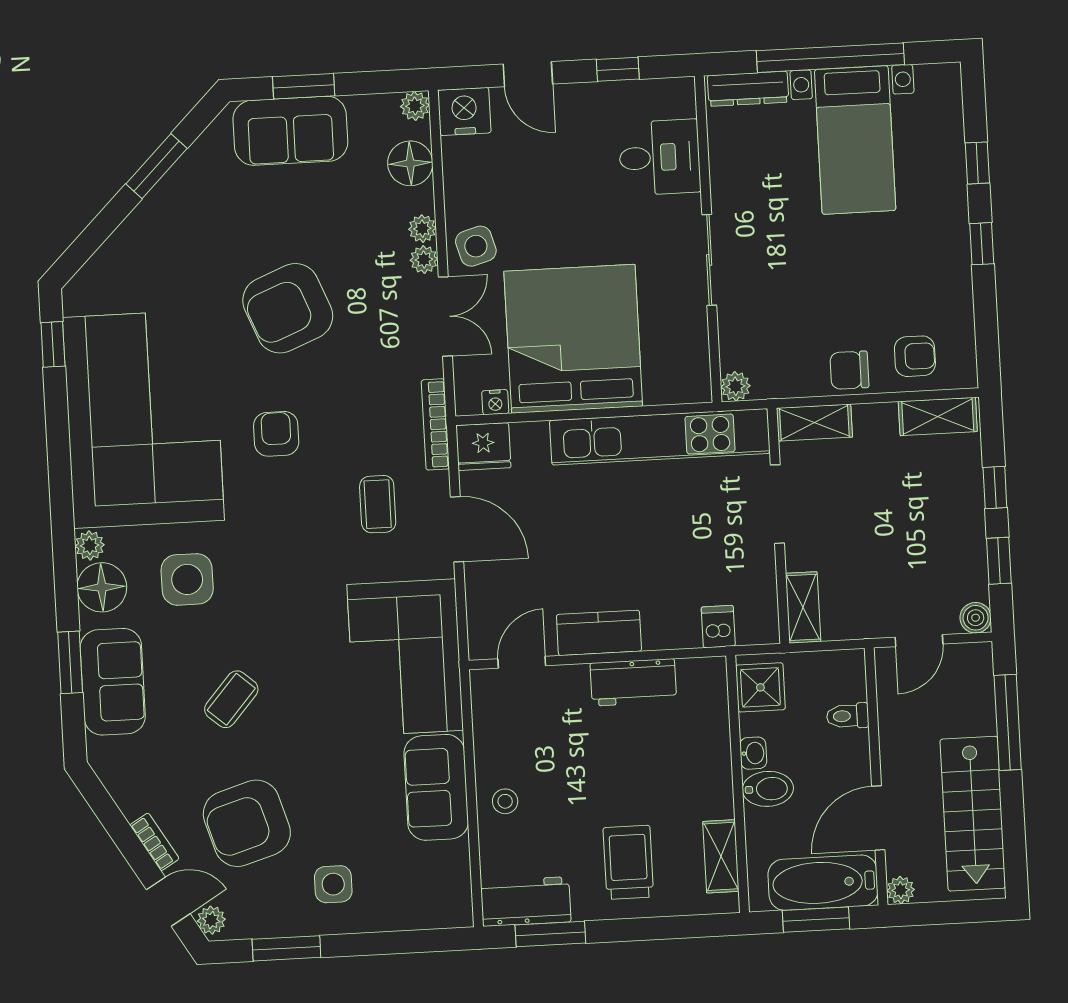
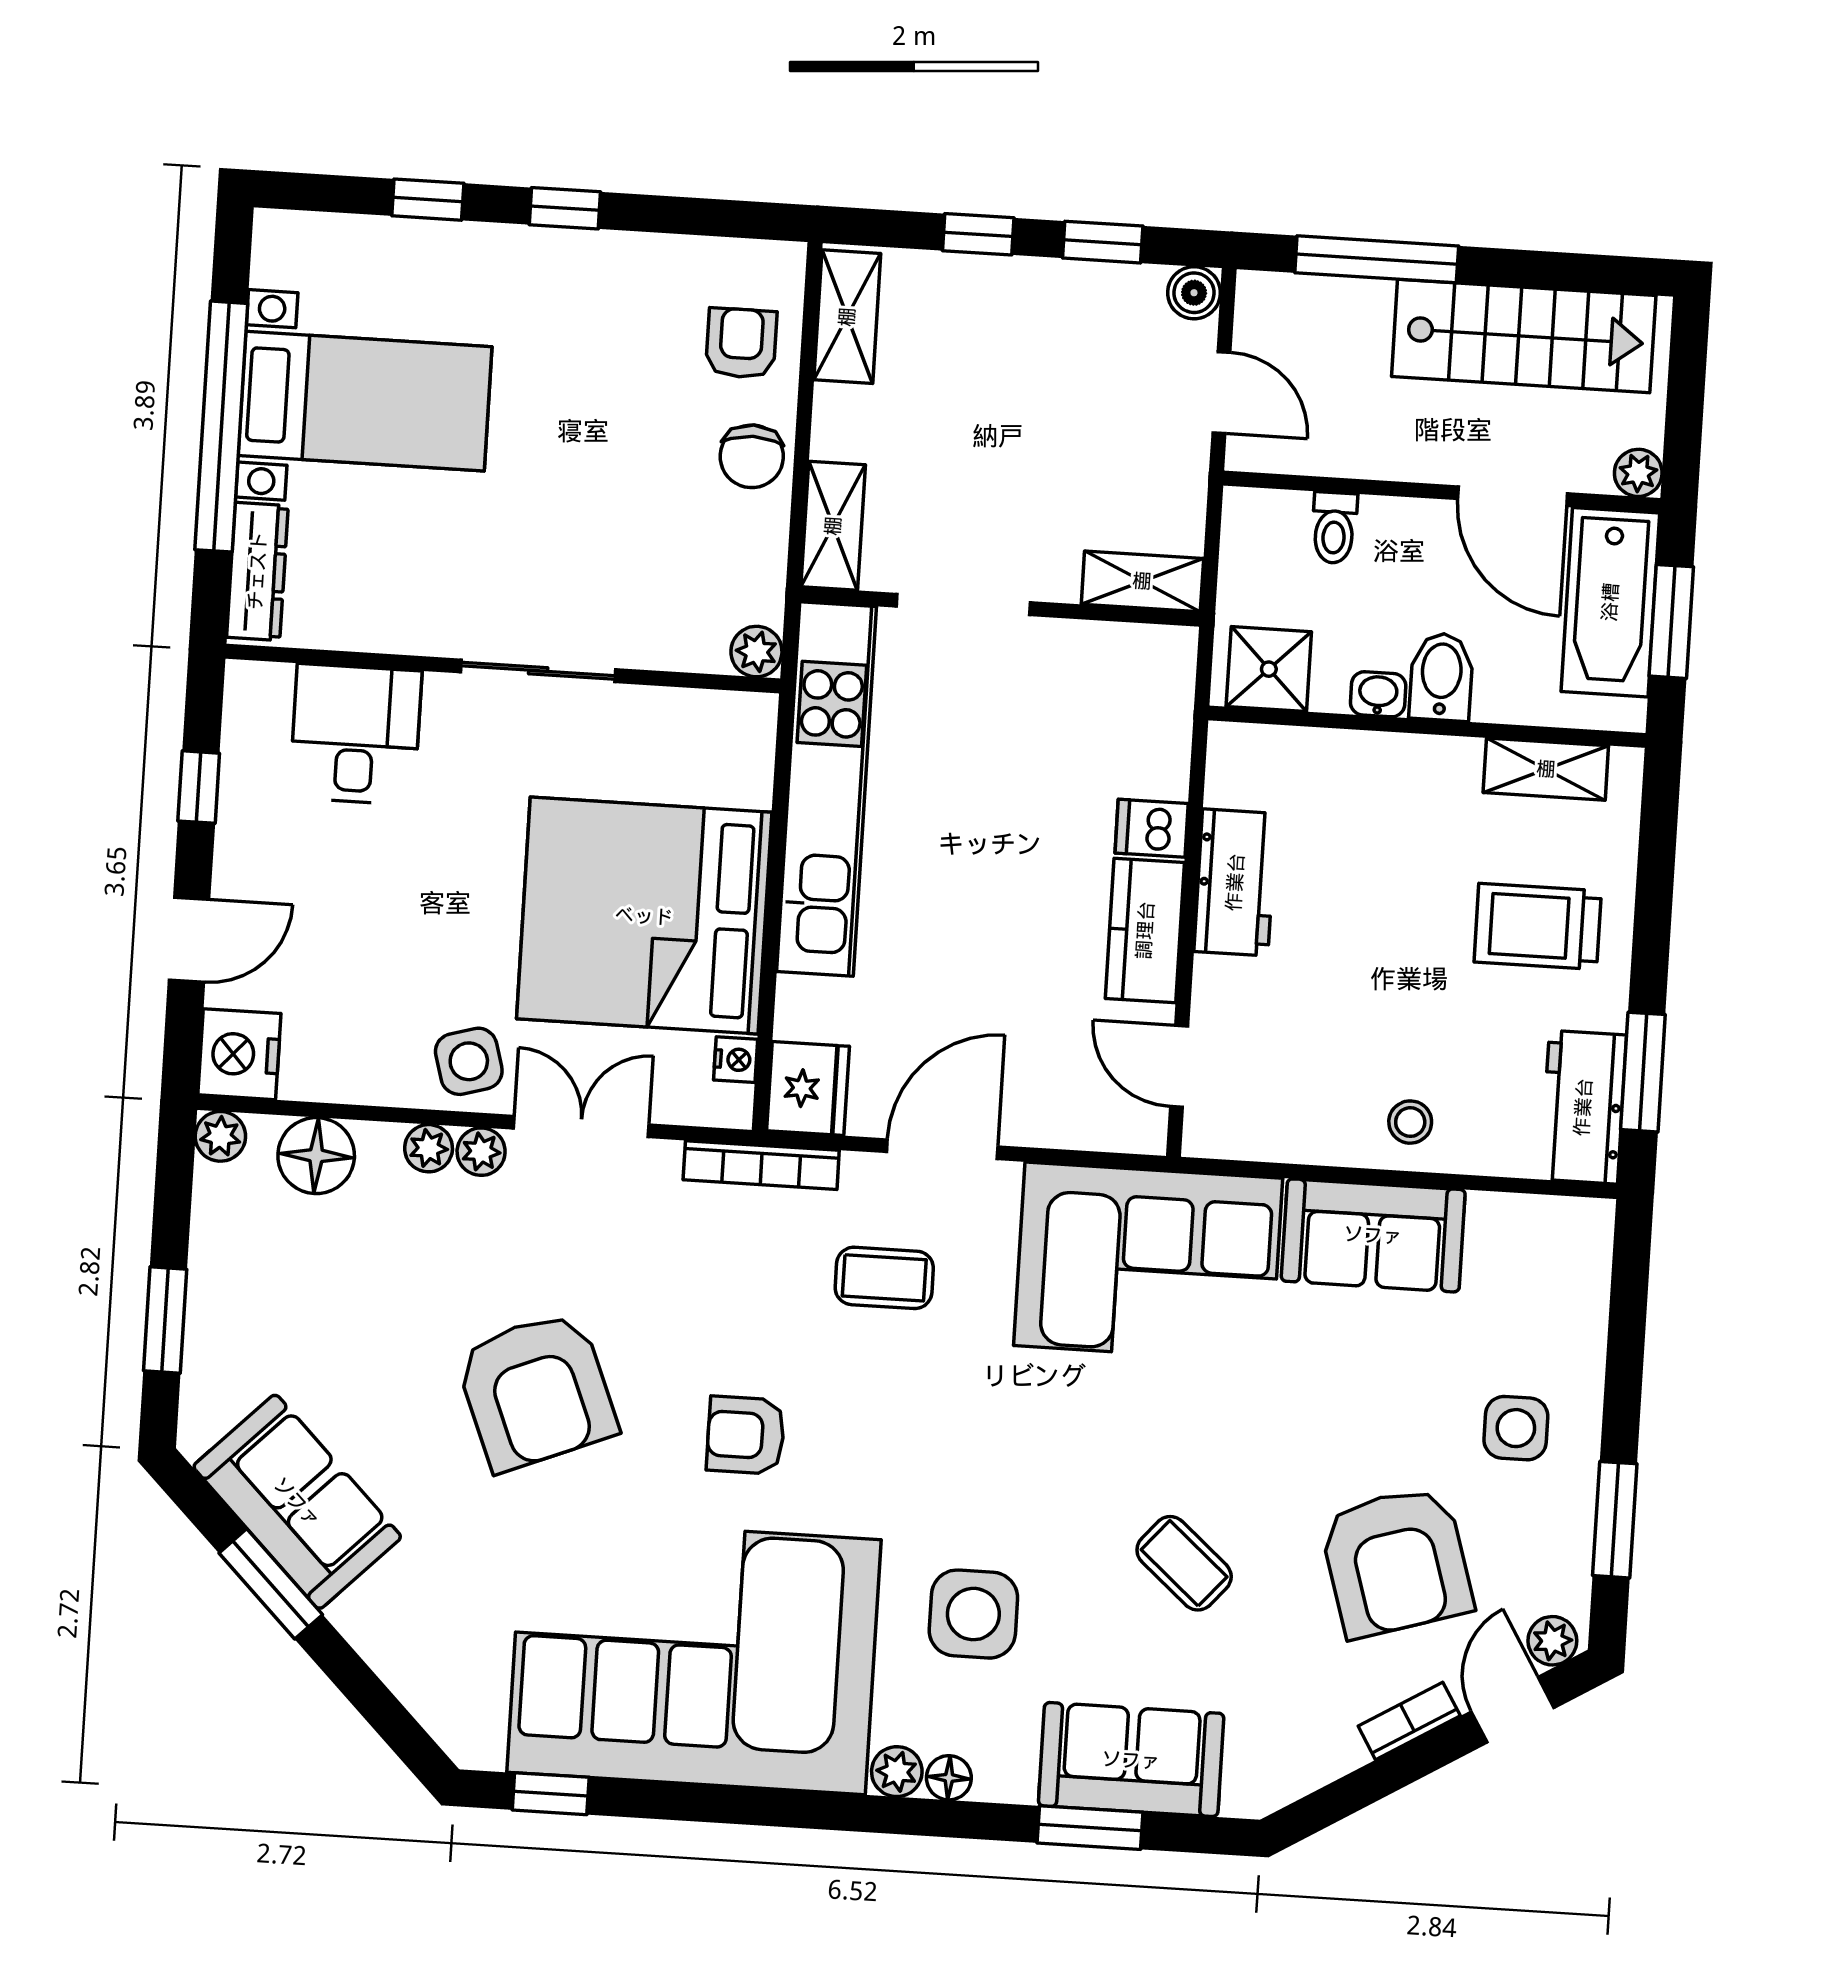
sofa: (290, 131) -> (297, 1502), moved, turned -45
floor lamp: (102, 587) -> (949, 1778), width x0.53, depth x0.53
dishwasher: (718, 627) -> (1152, 828), moved

